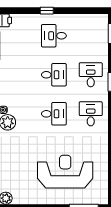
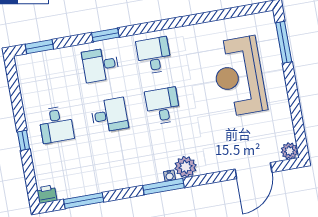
desk: (54, 75) -> (109, 115), turned 90
desk: (91, 114) -> (154, 55), turned 90

